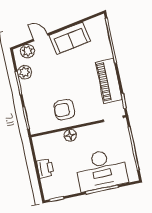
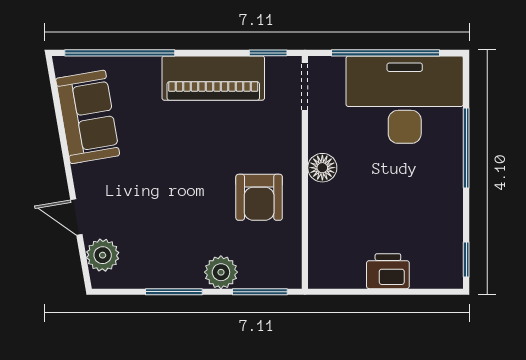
door: (41, 37) -> (76, 217), hinge flipped
sofa: (70, 38) -> (88, 117), moved
plant: (25, 72) -> (221, 272), moved
floor lamp: (70, 135) -> (322, 168), moved
desk: (101, 170) -> (405, 100), moved, turned -90

